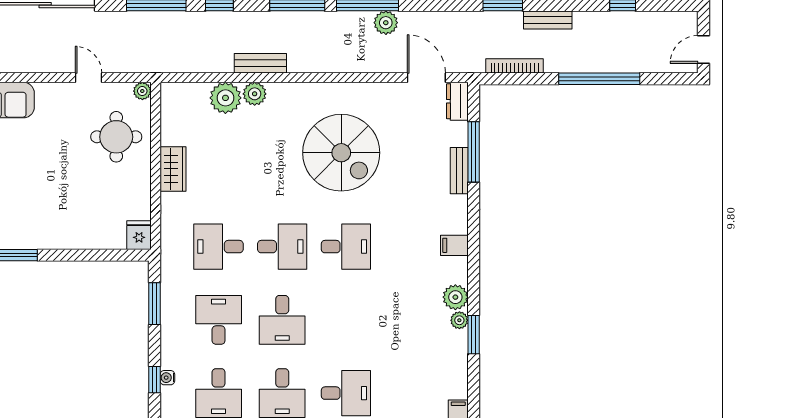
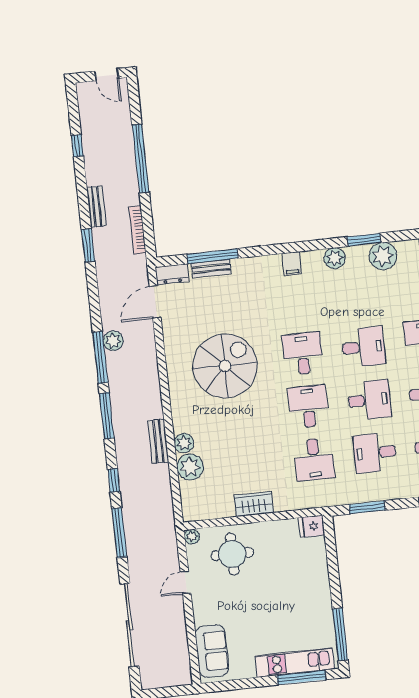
bench: (459, 171) -> (211, 268), moved
desk: (346, 320) -> (363, 347), added
plant: (459, 320) -> (383, 256), moved, width x1.88, depth x1.88

